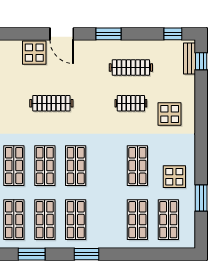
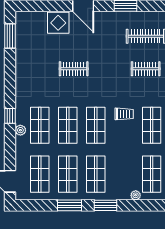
clothes rail: (51, 103) -> (74, 69), width x0.73
trolley: (107, 153) -> (124, 114), added
plant: (120, 243) -> (136, 195), added
window: (32, 254) -> (70, 205), moved

